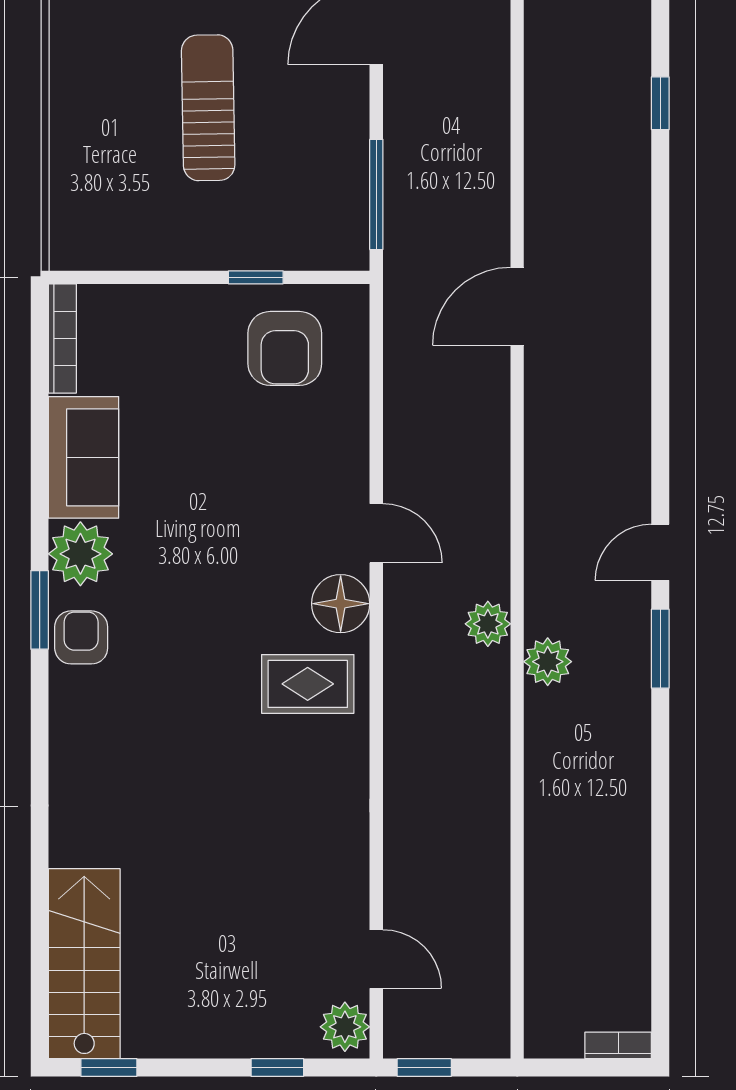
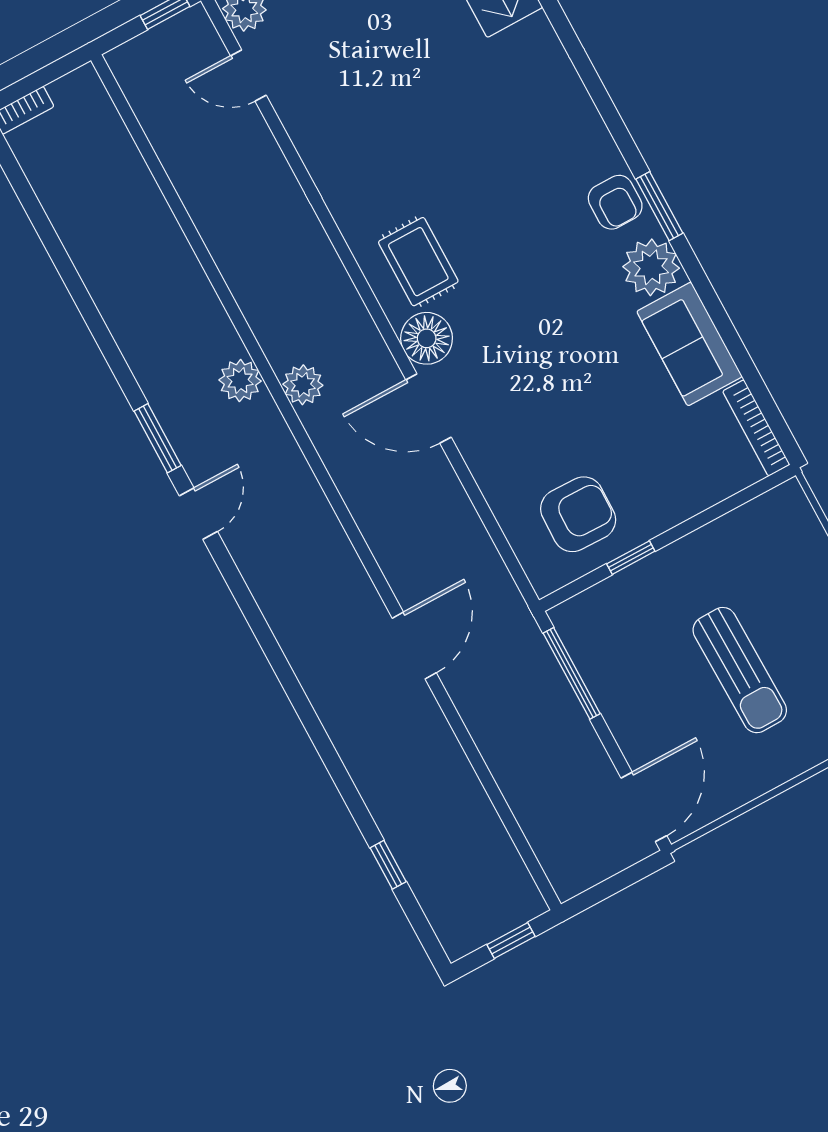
armchair: (285, 348) -> (578, 514), turned 91
door: (376, 533) -> (428, 409), width x1.37
rug: (308, 684) -> (418, 262), turned 90

